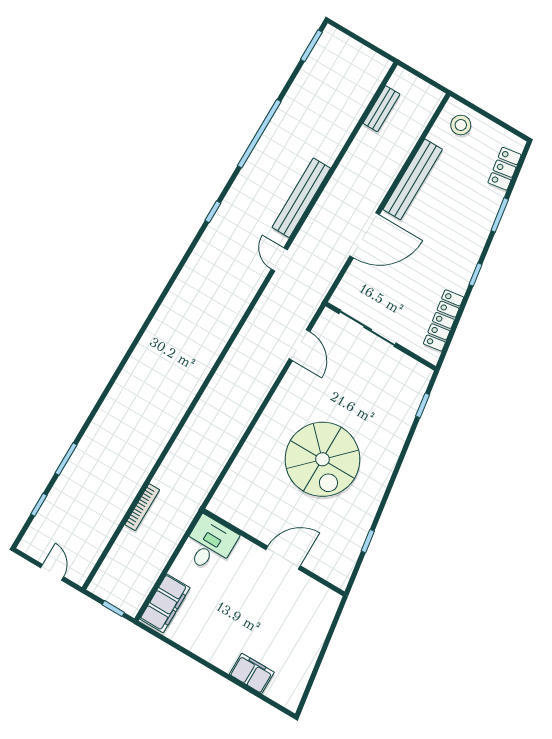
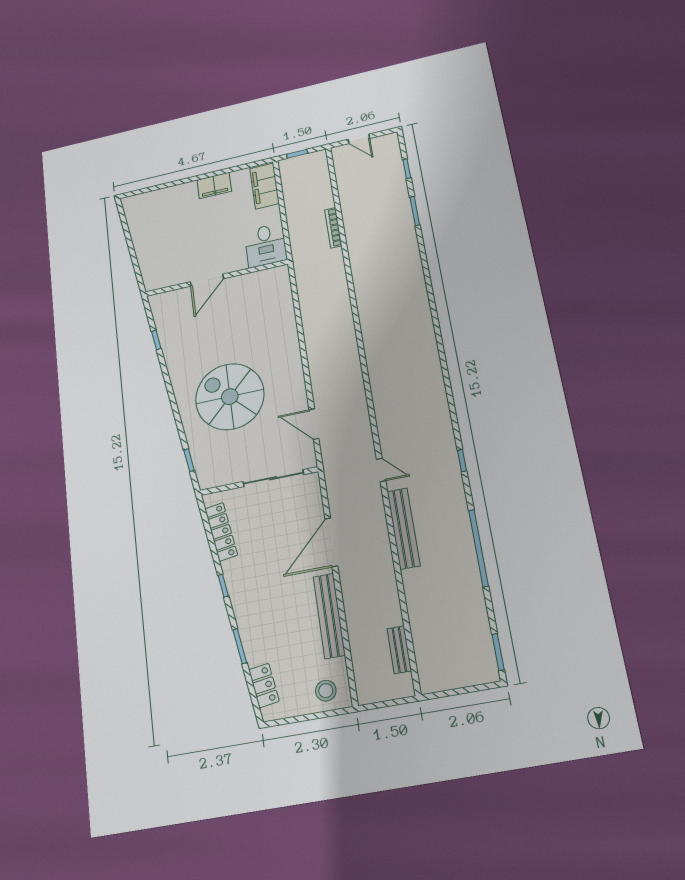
spiral stairs: (322, 459) -> (230, 397), moved
filing cabinet: (252, 673) -> (214, 185), moved

